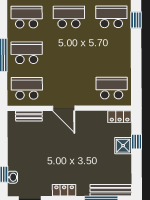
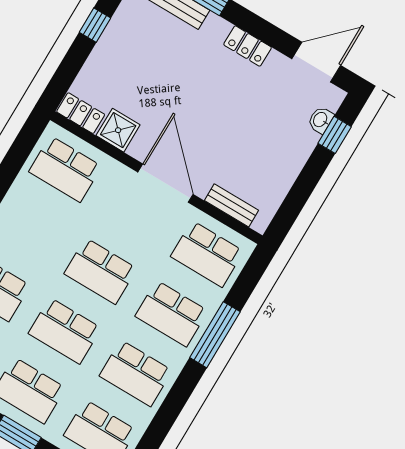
school desk: (69, 53) -> (100, 271), added
door: (64, 108) -> (165, 183), width x1.36
window: (136, 142) -> (95, 25), moved
shower: (123, 146) -> (118, 130), moved

